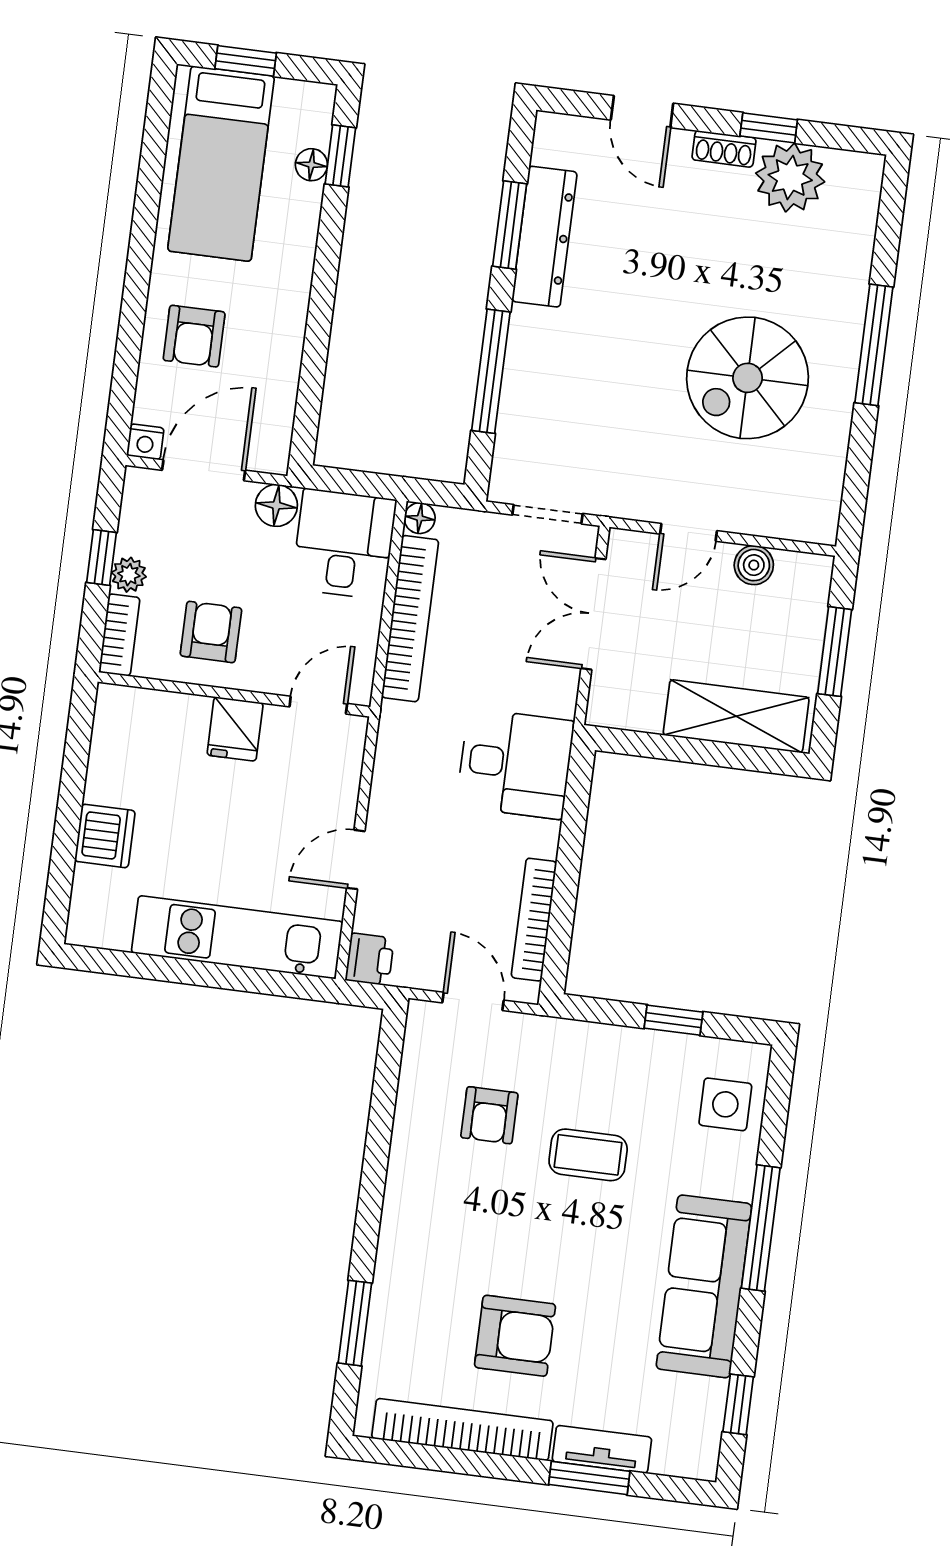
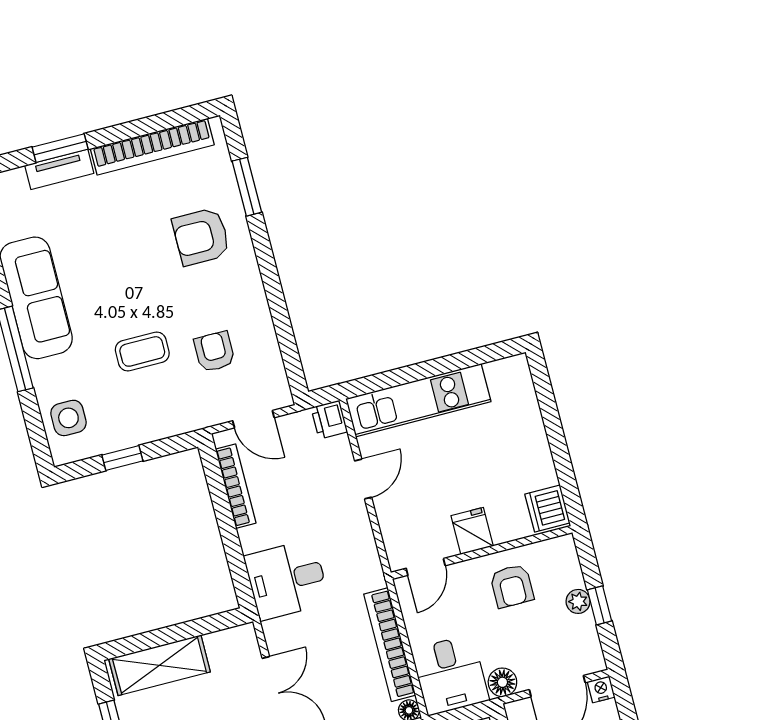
bookcase: (119, 635) -> (569, 561), removed
dishwasher: (105, 836) -> (547, 509), moved
armchair: (515, 1336) -> (201, 237), moved

